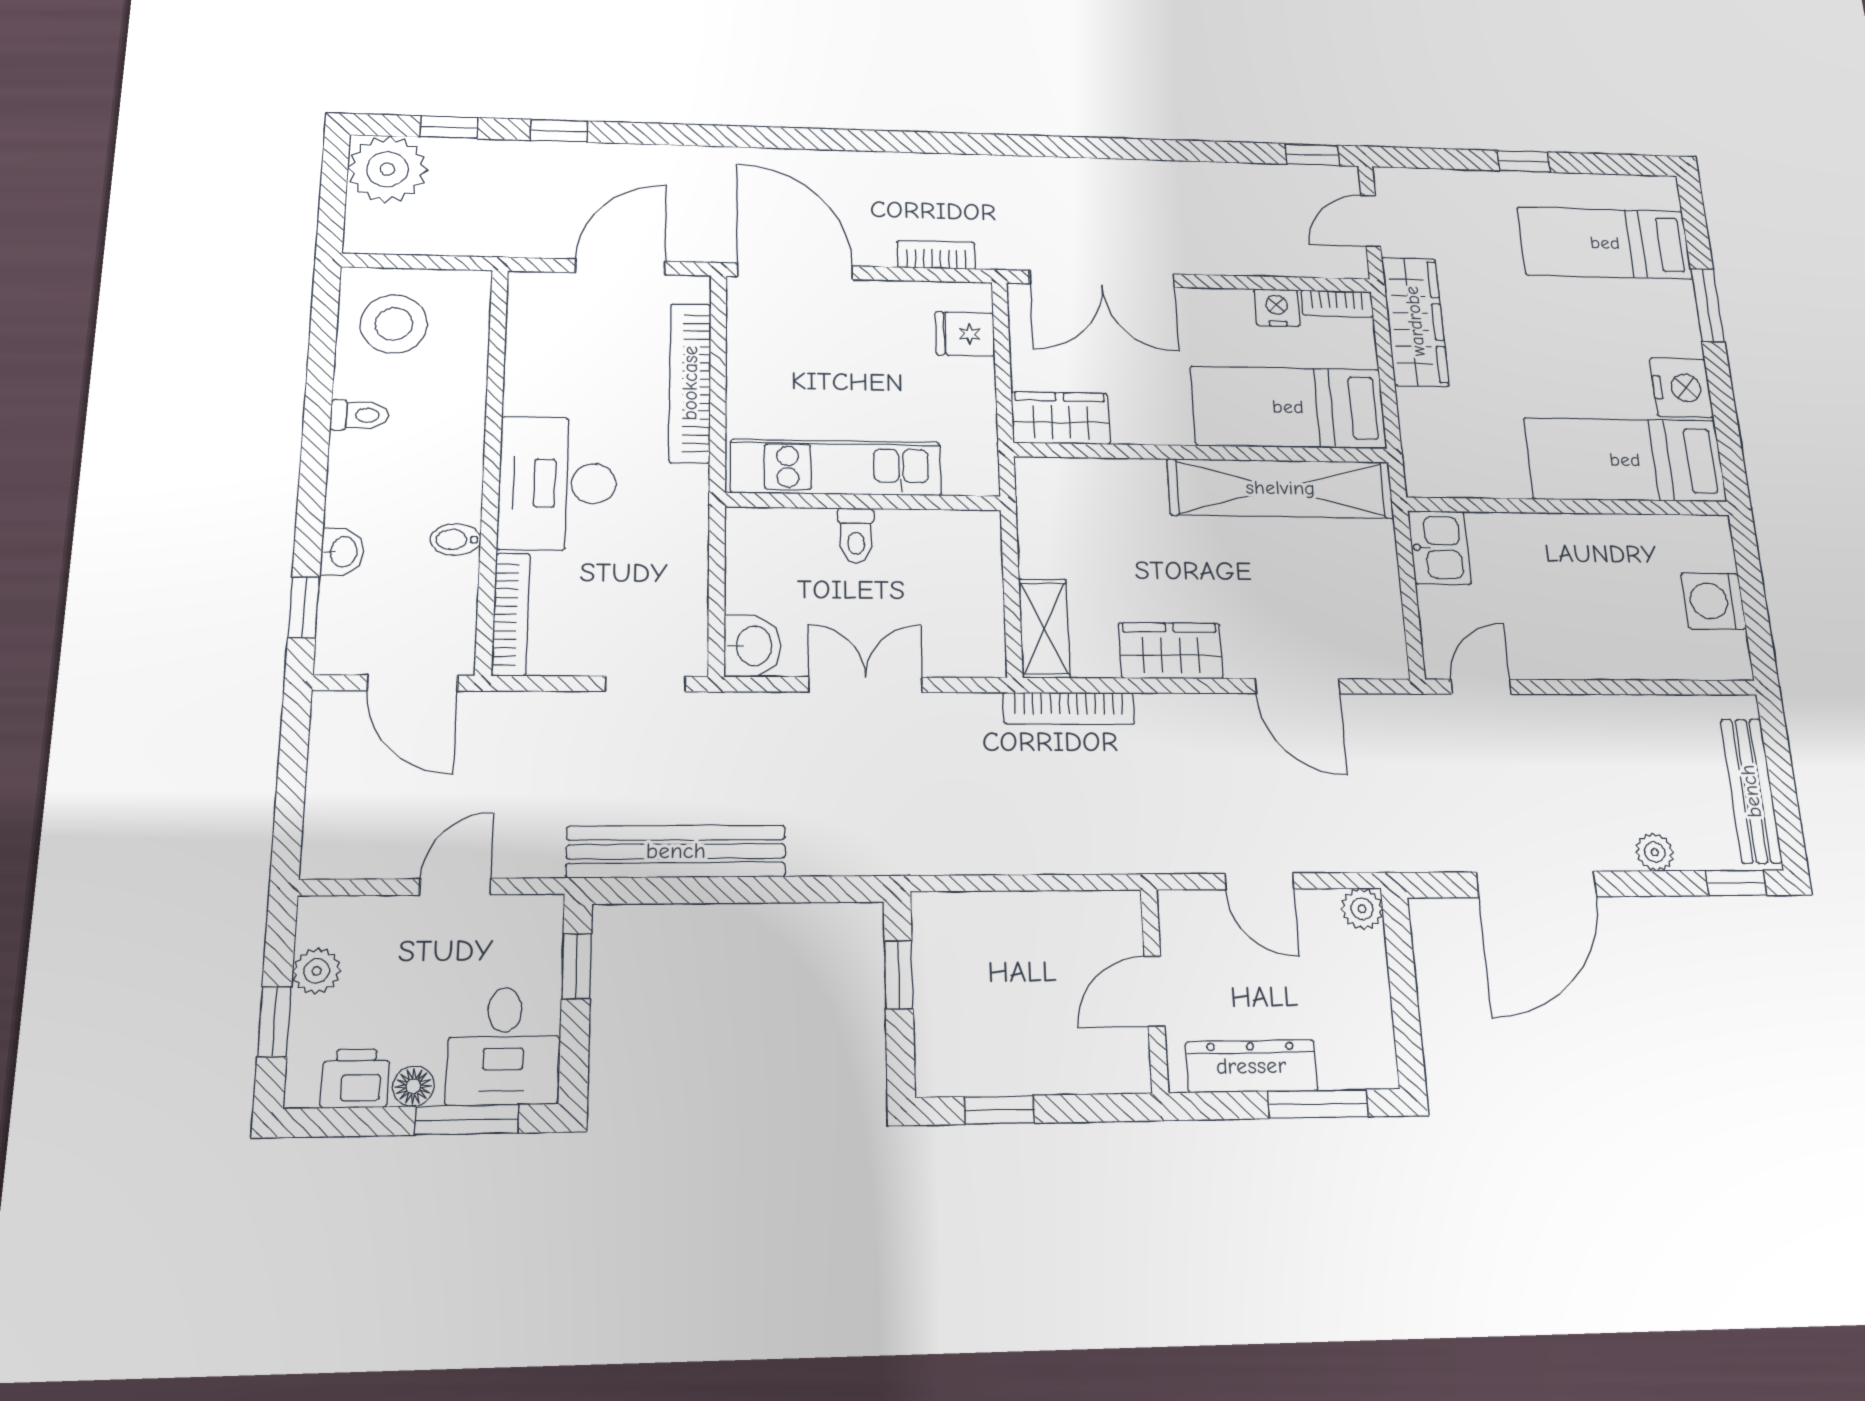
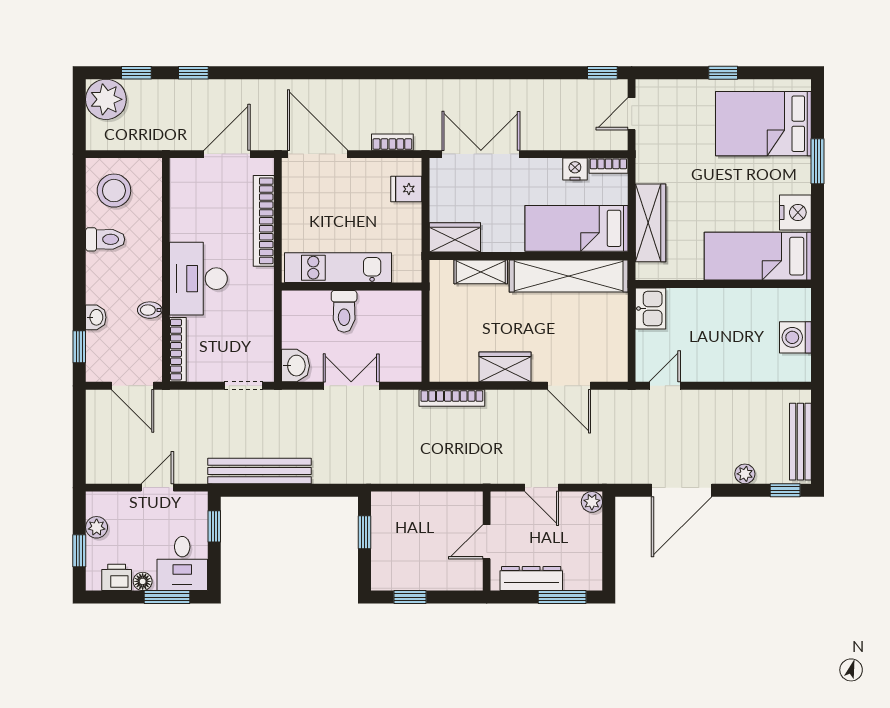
bed: (1605, 243) -> (763, 124), width x1.50
double door: (1102, 279) -> (481, 154), swing flipped
wardrobe: (1415, 321) -> (651, 223), moved
toilet: (359, 415) -> (105, 239), width x1.37, depth x1.39
toilet: (856, 536) -> (344, 311), width x1.37, depth x1.39
shelving: (1044, 628) -> (481, 272), moved, turned 90

